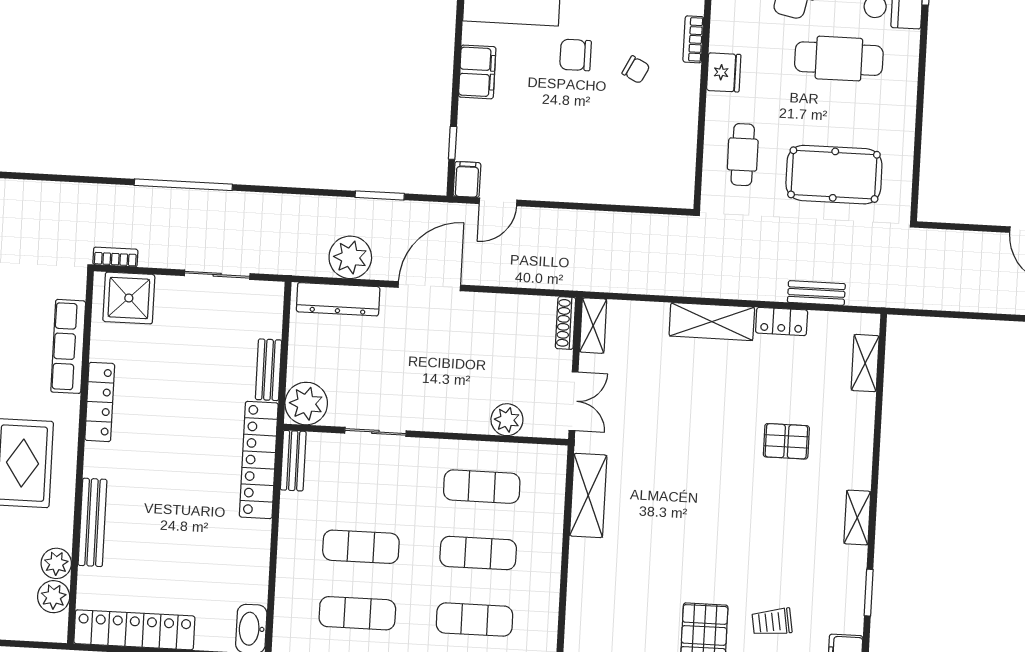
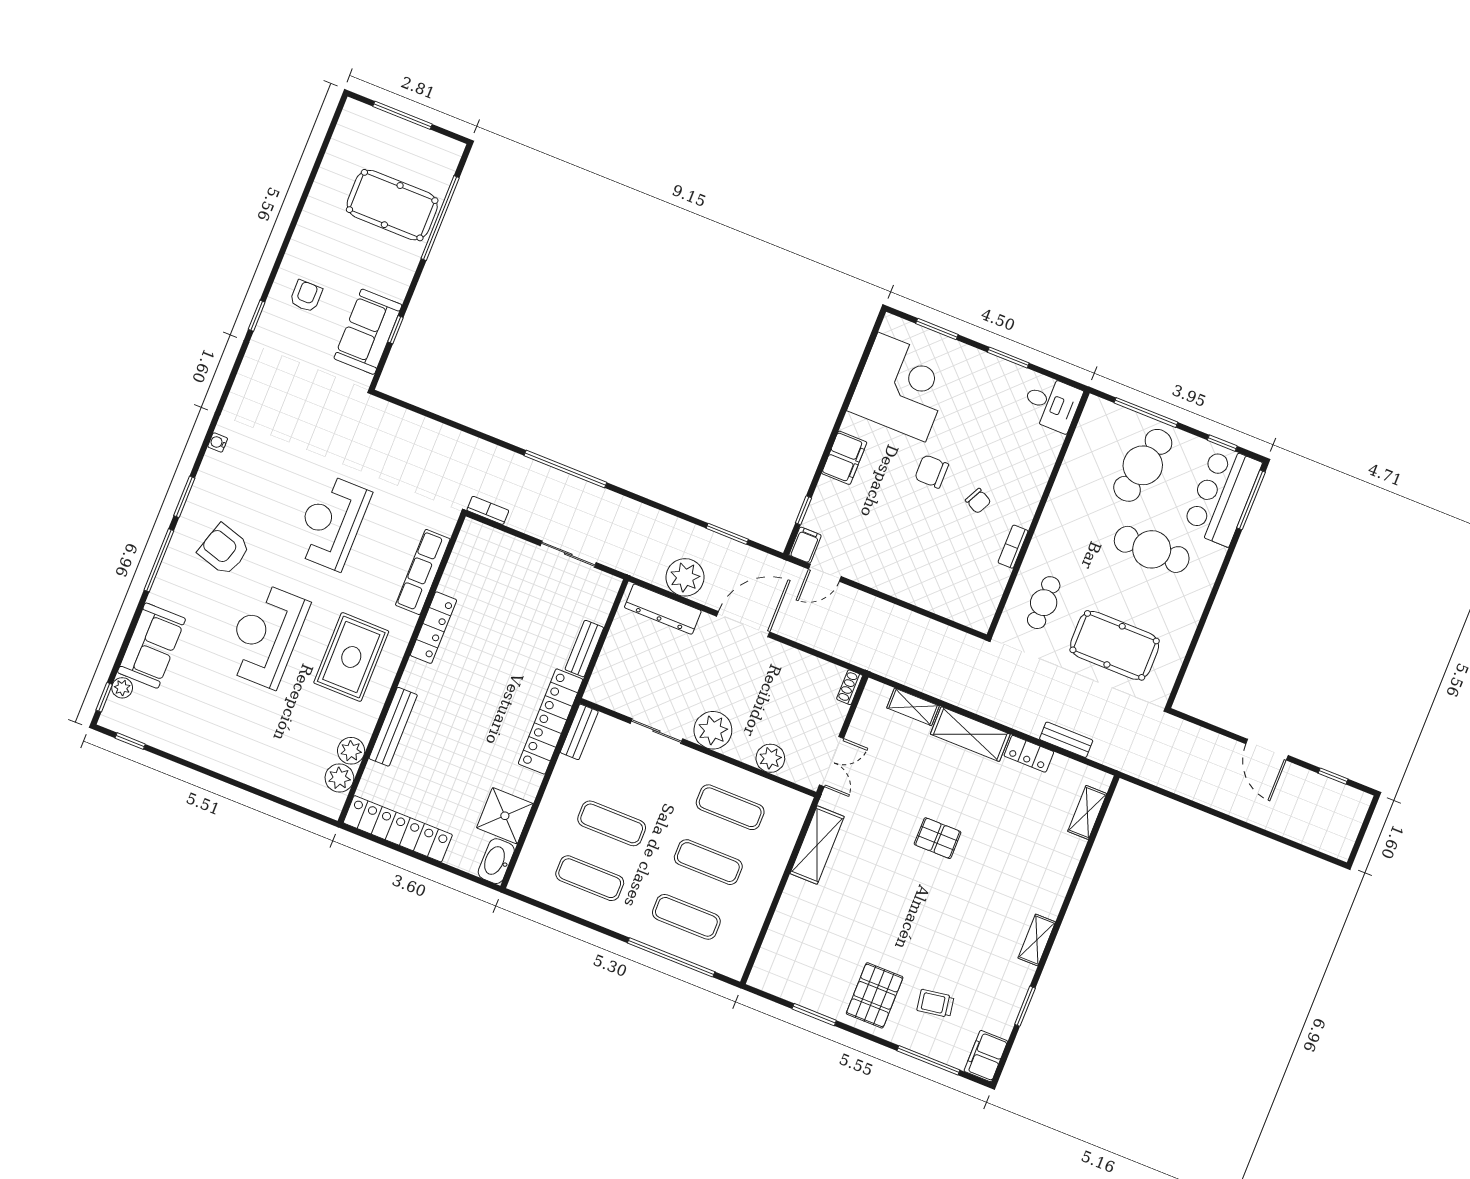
bookcase: (693, 39) -> (1013, 547), moved
fridge: (724, 72) -> (1051, 528), removed
shower: (129, 298) -> (505, 816), moved
shoe rack: (566, 323) -> (850, 687), width x0.70
shelving: (593, 326) -> (913, 707), moved, turned 90
plant: (306, 404) -> (713, 730), moved
pallet: (786, 441) -> (938, 838), moved

